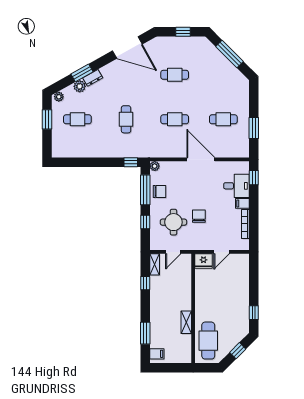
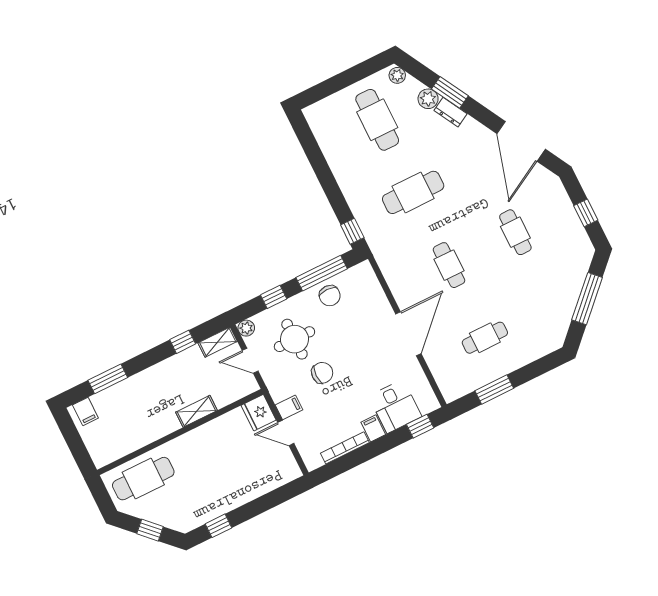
window: (47, 119) -> (355, 74), removed
cafe table: (77, 119) -> (377, 120), width x1.37, depth x1.35
cafe table: (126, 119) -> (413, 192), width x1.37, depth x1.35
cafe table: (223, 119) -> (485, 338), turned 90
plant: (155, 166) -> (246, 328), moved
filing cabinet: (209, 243) -> (289, 407), added
shelving: (186, 322) -> (196, 411), moved

